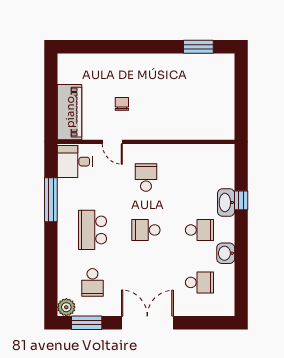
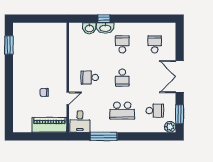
washbasin: (226, 253) -> (89, 28), moved

